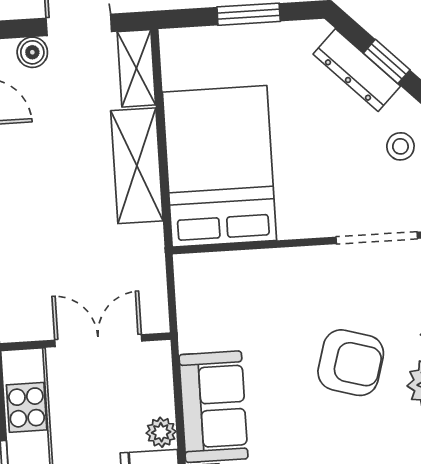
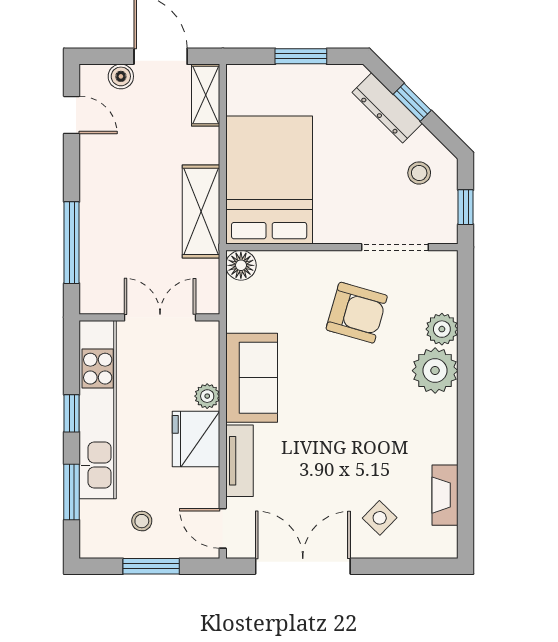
shelving: (137, 166) -> (201, 211), moved
floor lamp: (192, 272) -> (241, 265), added
armchair: (351, 363) -> (357, 313), moved

